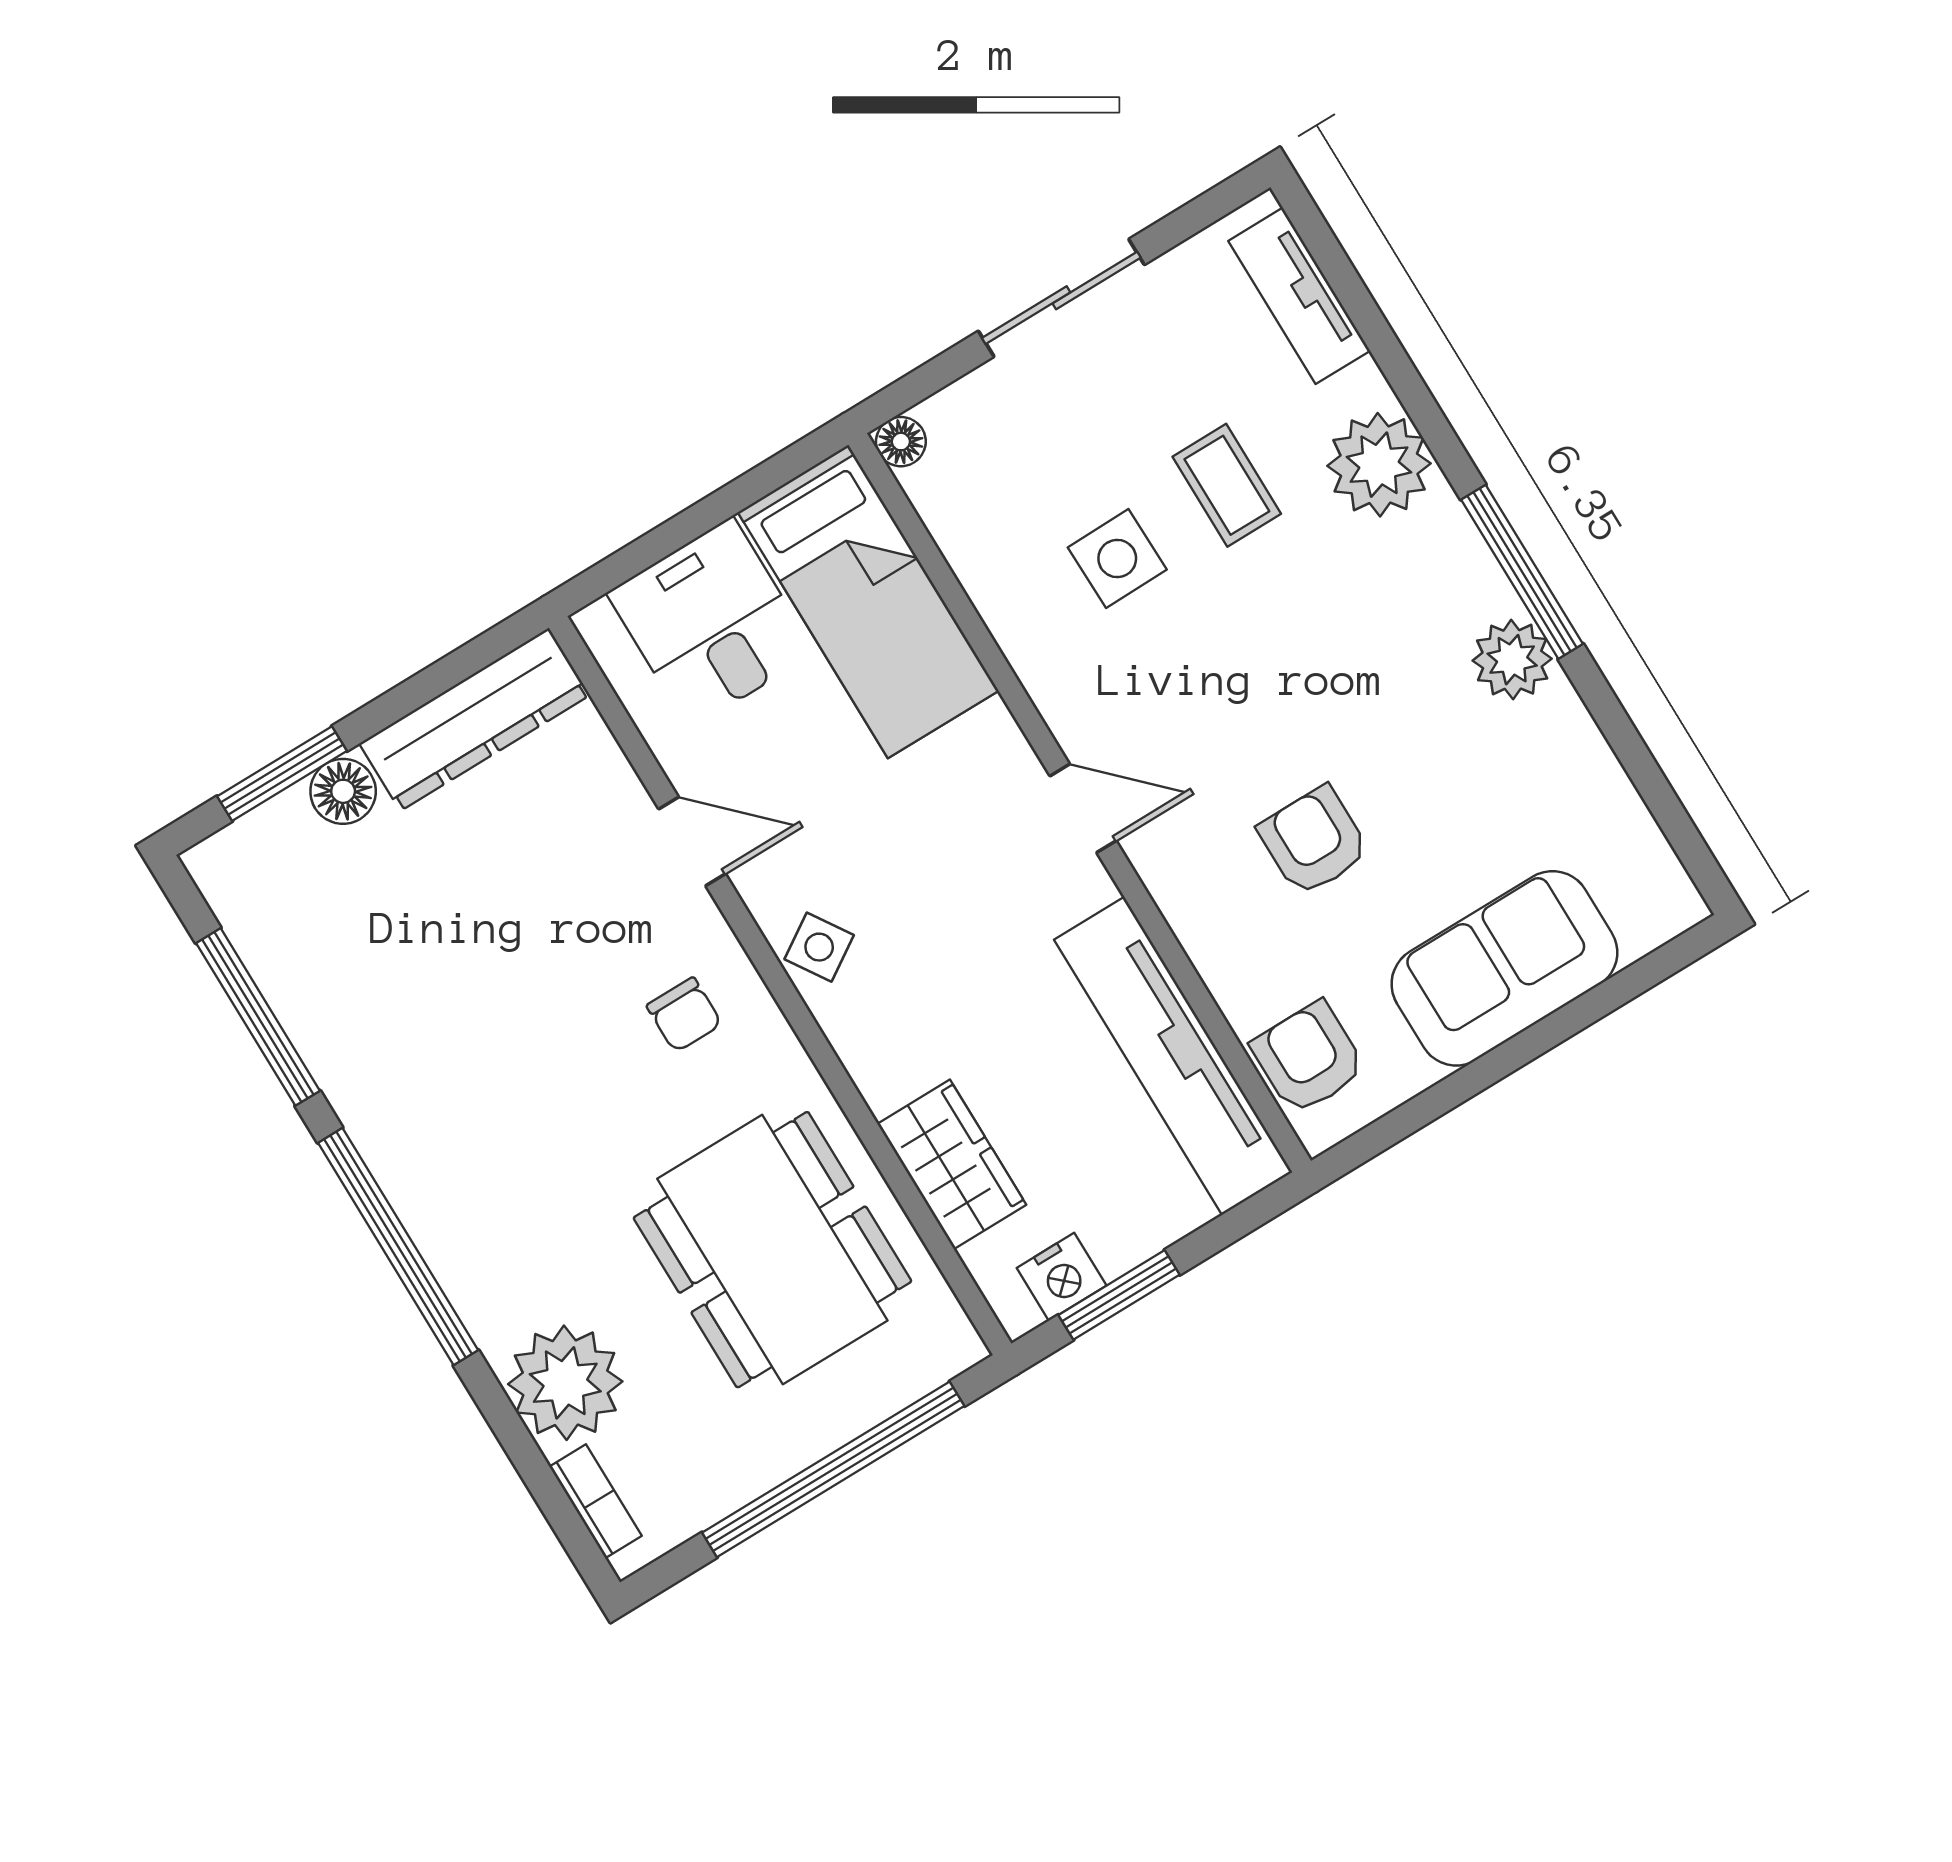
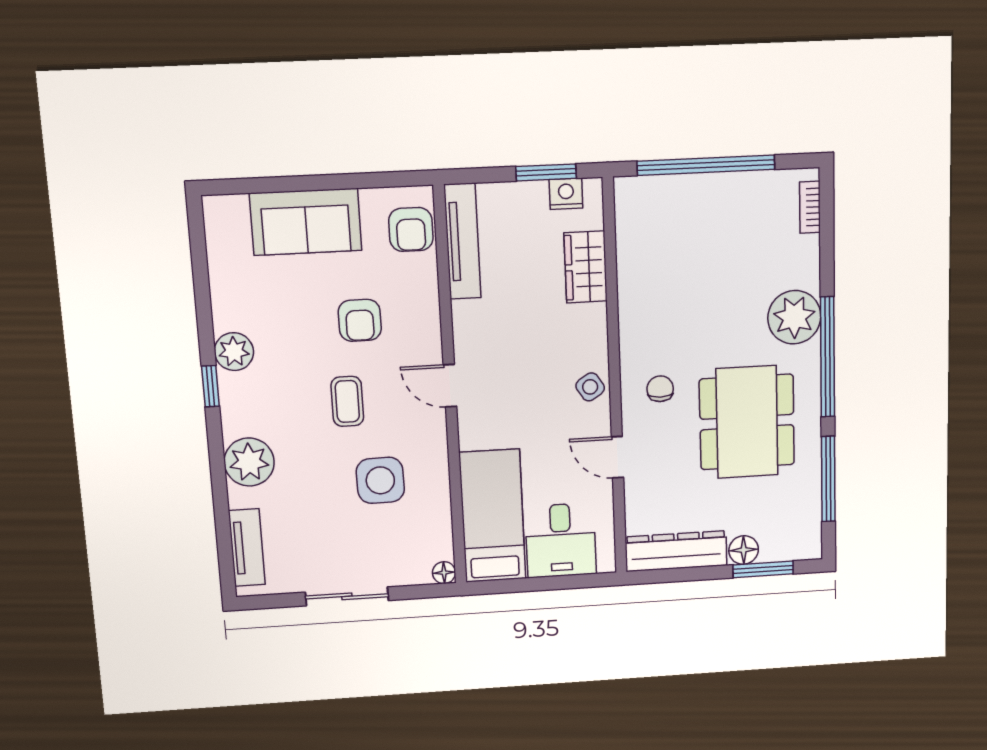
coffee table: (1227, 485) -> (347, 401), moved
side table: (1117, 558) -> (380, 480), width x1.37, depth x1.37
window: (1522, 572) -> (211, 386), width x0.46
tv unit: (1173, 1056) -> (463, 241), width x0.73, depth x0.78
dining table: (772, 1250) -> (747, 422), moved
plant: (565, 1383) -> (794, 317), moved

